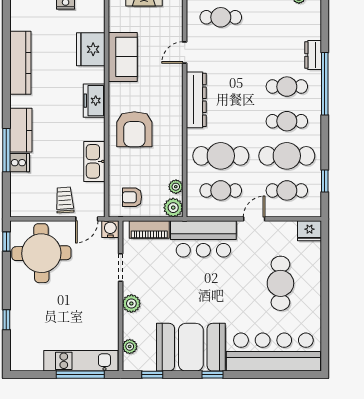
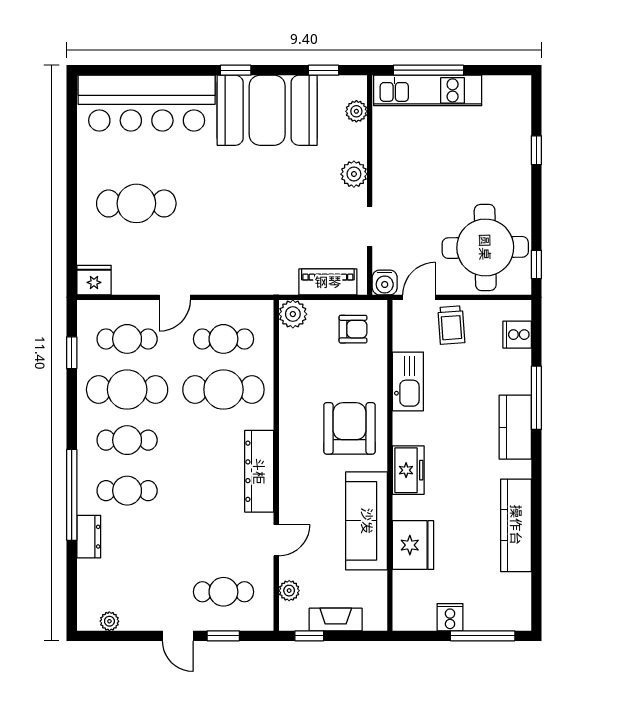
sofa: (123, 57) -> (367, 521), width x1.36
cooker: (20, 163) -> (517, 335), moved
plant: (176, 187) -> (289, 591), moved
bar counter: (203, 239) -> (249, 268), removed
cafe table: (280, 283) -> (136, 203), turned 90

